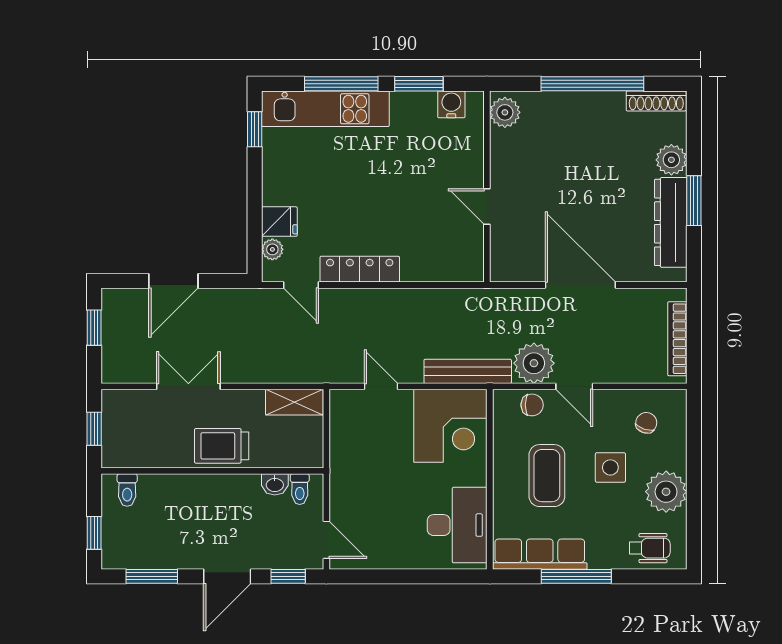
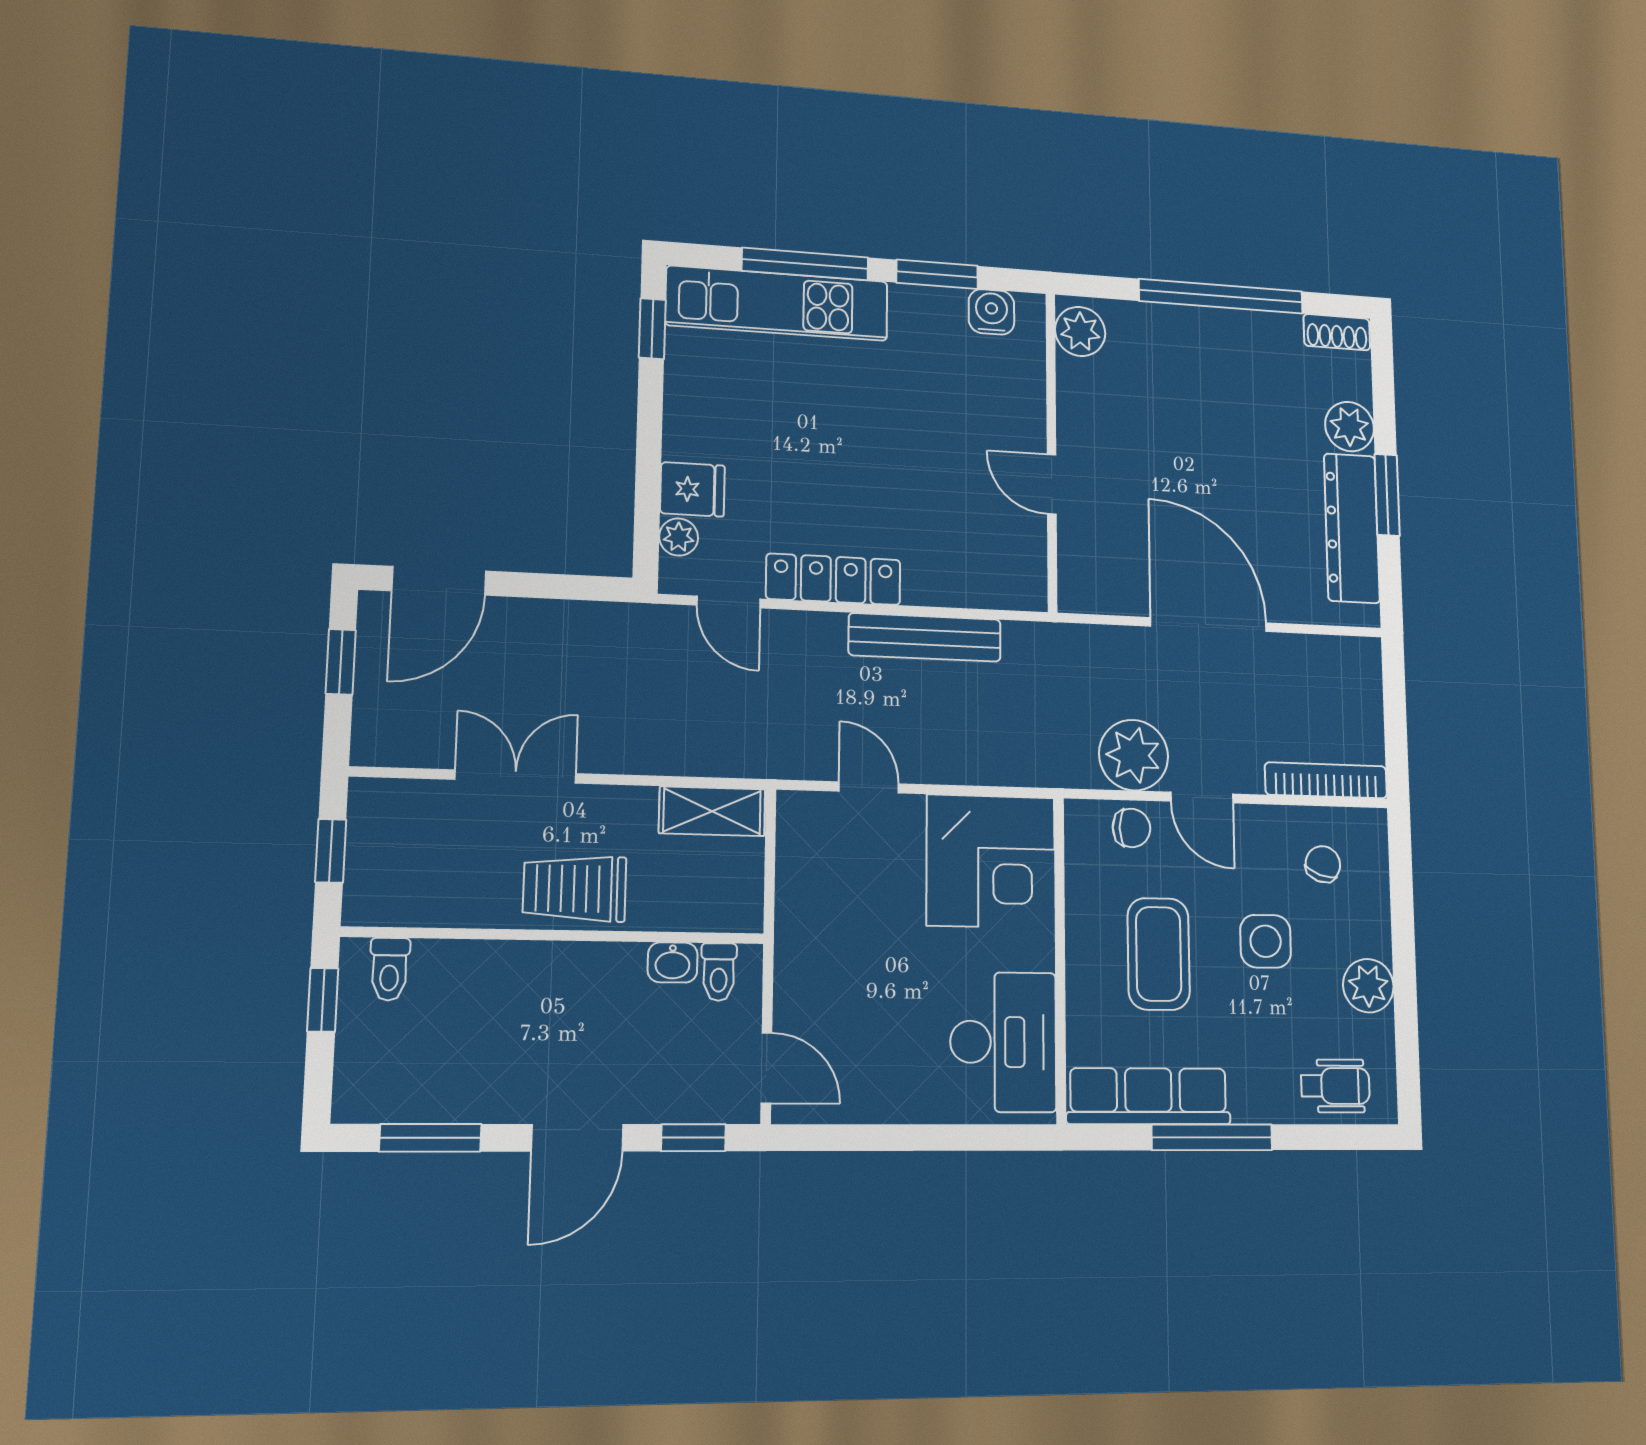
shoe rack: (656, 101) -> (1337, 332), width x0.70
door: (173, 281) -> (439, 581), moved
bookcase: (677, 339) -> (1326, 780), moved, turned 90
bench: (468, 371) -> (925, 637), moved
plant: (666, 492) -> (1368, 986), width x0.73, depth x0.73
window: (94, 533) -> (323, 1000), moved

